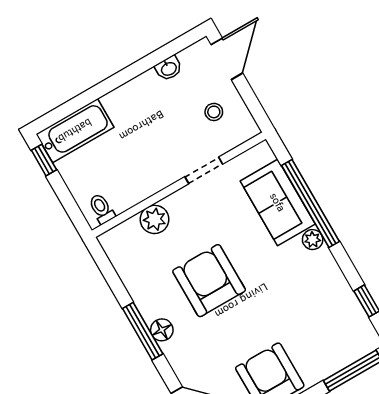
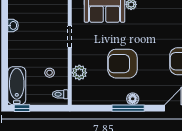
stool: (214, 112) -> (50, 73), moved

